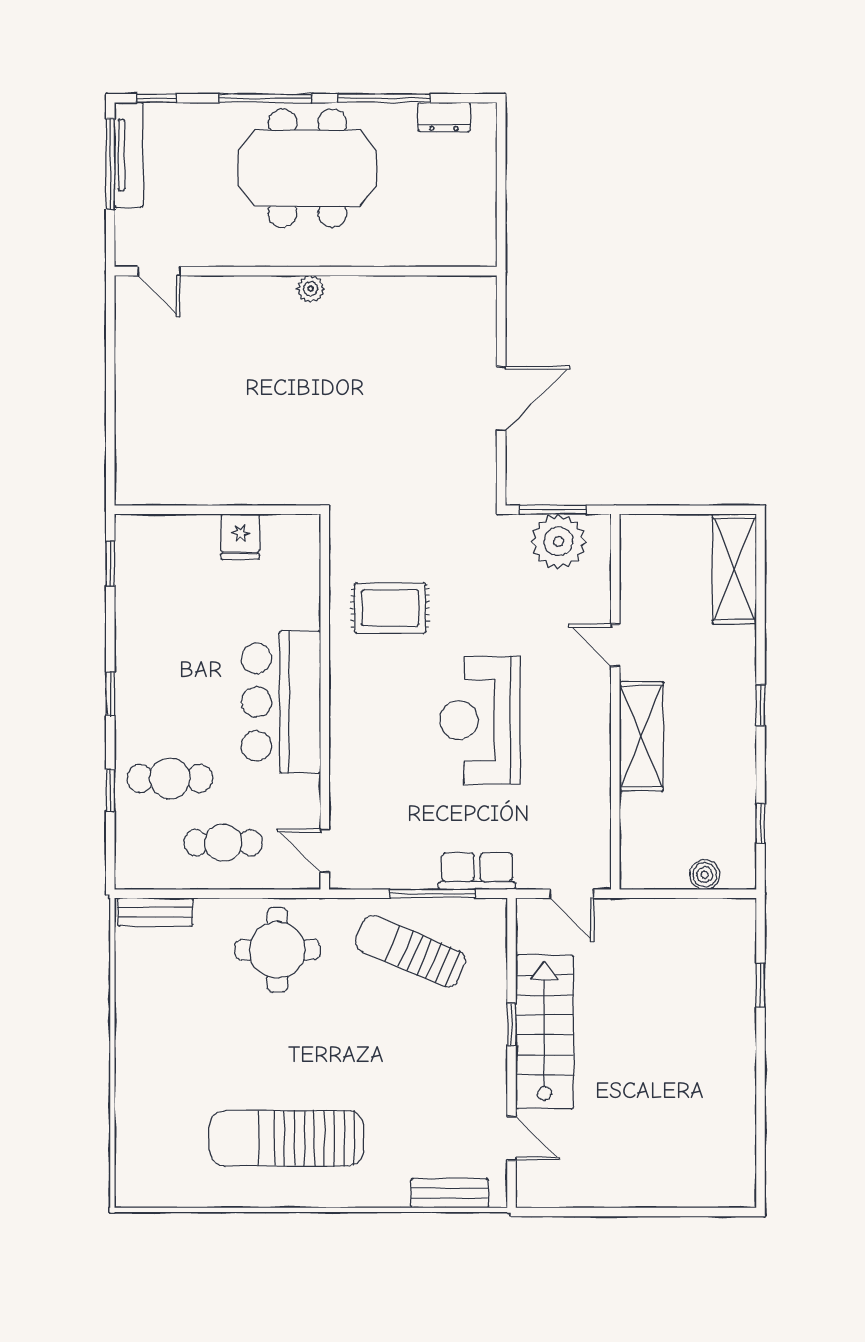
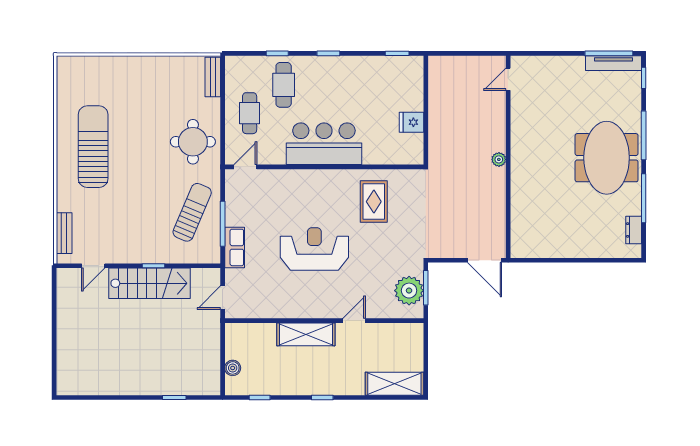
door: (159, 271) -> (508, 79), moved
wall: (306, 271) -> (508, 157), moved
plant: (311, 289) -> (499, 159), moved

